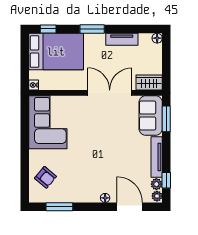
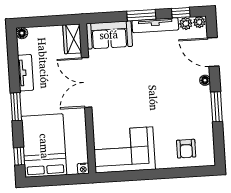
window: (166, 119) -> (141, 15), moved
armchair: (45, 177) -> (186, 149), turned 140
window: (59, 207) -> (217, 107), moved
door: (130, 207) -> (213, 52), hinge flipped

